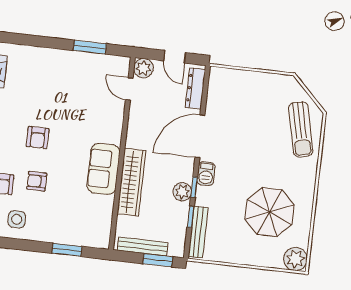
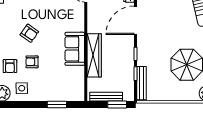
armchair: (38, 138) -> (29, 33), turned -55
barbecue: (206, 174) -> (142, 44), removed
plant: (182, 192) -> (128, 58), removed

